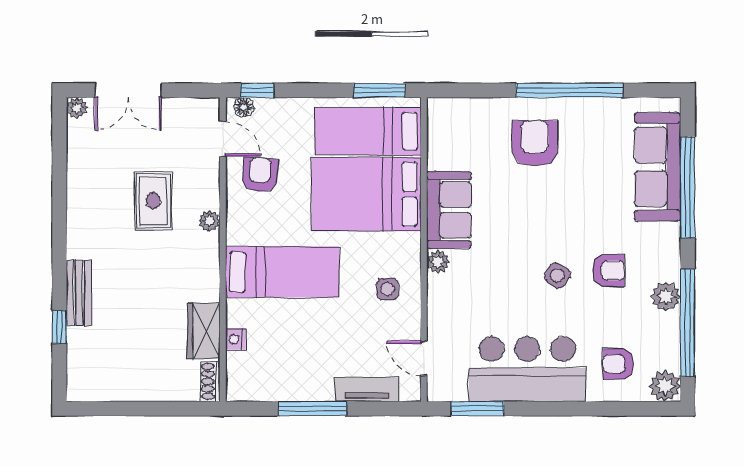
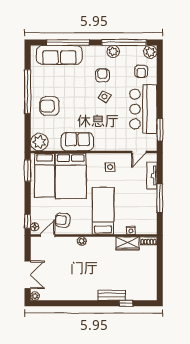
rug: (153, 201) -> (74, 264), removed
plant: (438, 262) -> (39, 142), moved, width x1.88, depth x1.88

